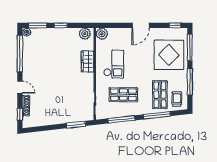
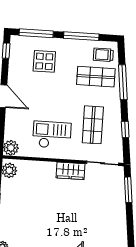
display table: (169, 55) -> (44, 61), width x0.54, depth x0.54
wardrobe: (87, 61) -> (71, 171), moved
window: (121, 119) -> (125, 129), width x0.46

